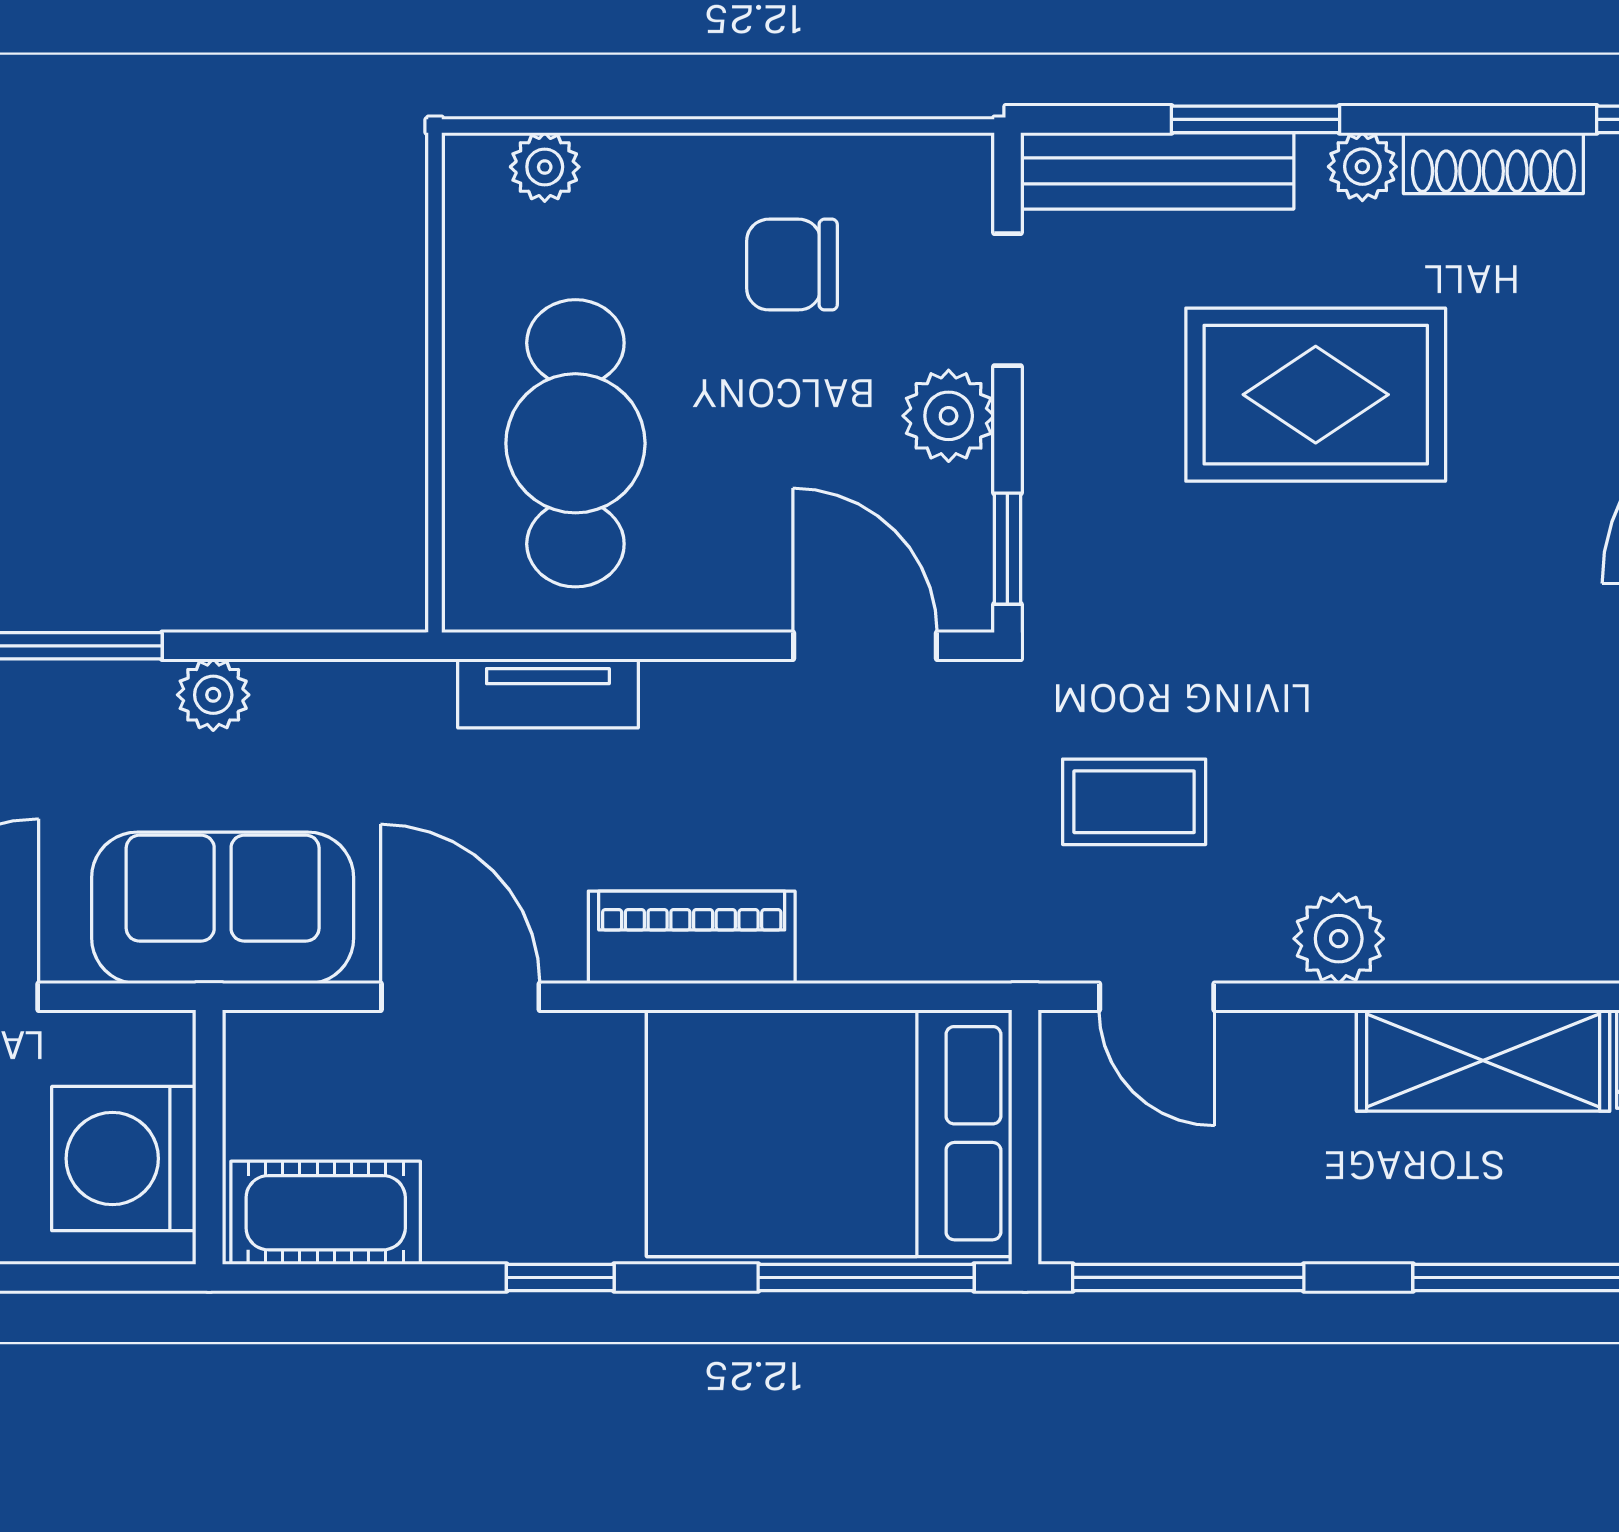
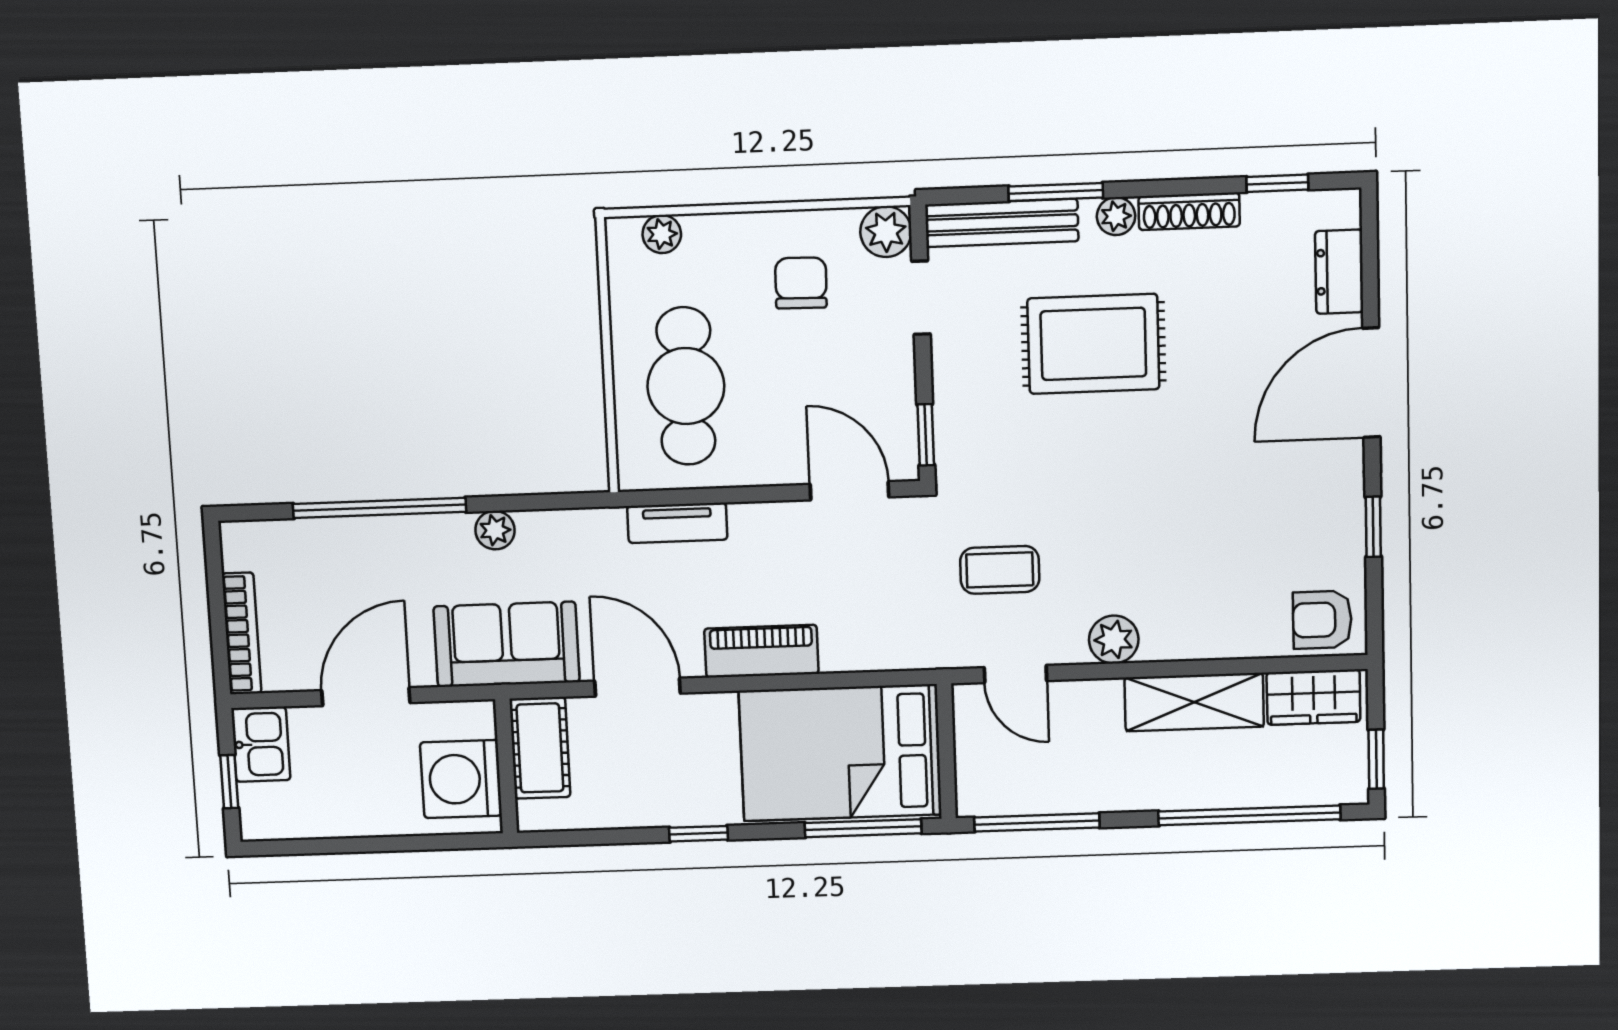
chair: (792, 265) -> (801, 283), turned 91
plant: (949, 416) -> (886, 232), moved
cot: (326, 1213) -> (540, 748), moved, turned 90

